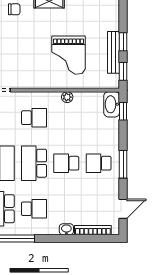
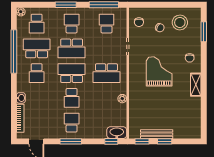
grand piano: (69, 55) -> (159, 71), moved, turned 90
school desk: (34, 118) -> (106, 73), width x1.85
school desk: (66, 163) -> (72, 98), turned 180

